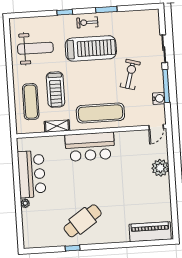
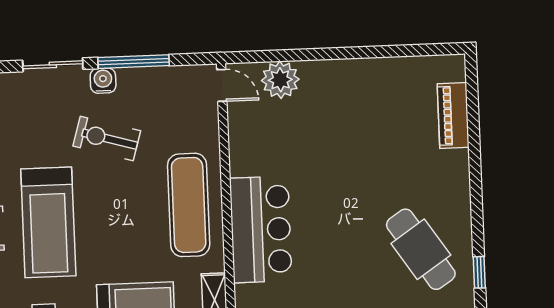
treadmill: (91, 48) -> (48, 222), turned 180
water cooler: (159, 98) -> (103, 81), moved
plant: (160, 168) -> (280, 80), moved
piano: (150, 232) -> (453, 115), width x0.73, depth x0.75

